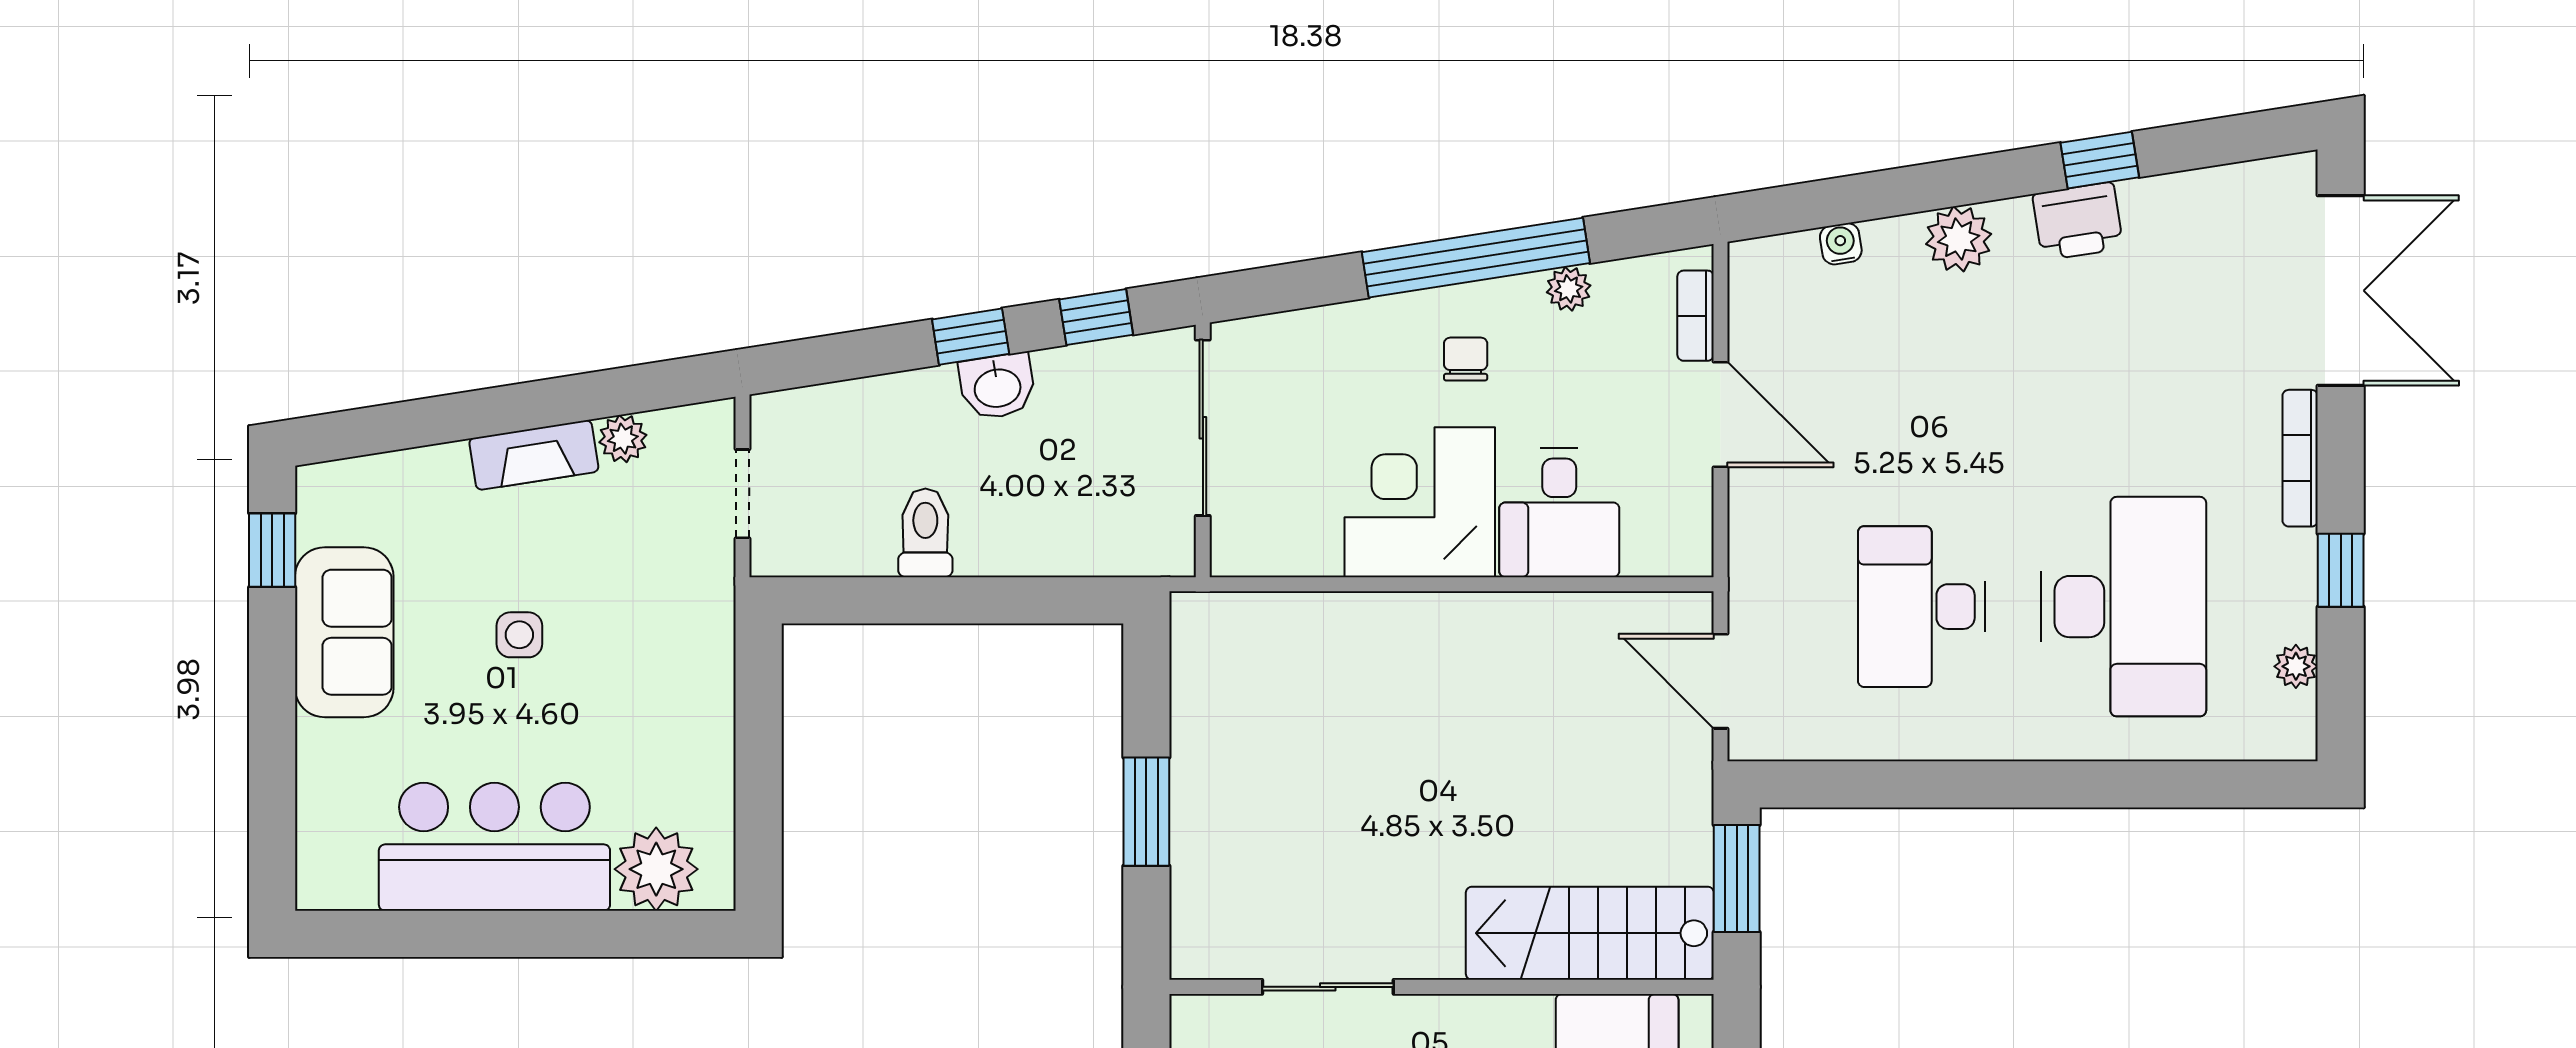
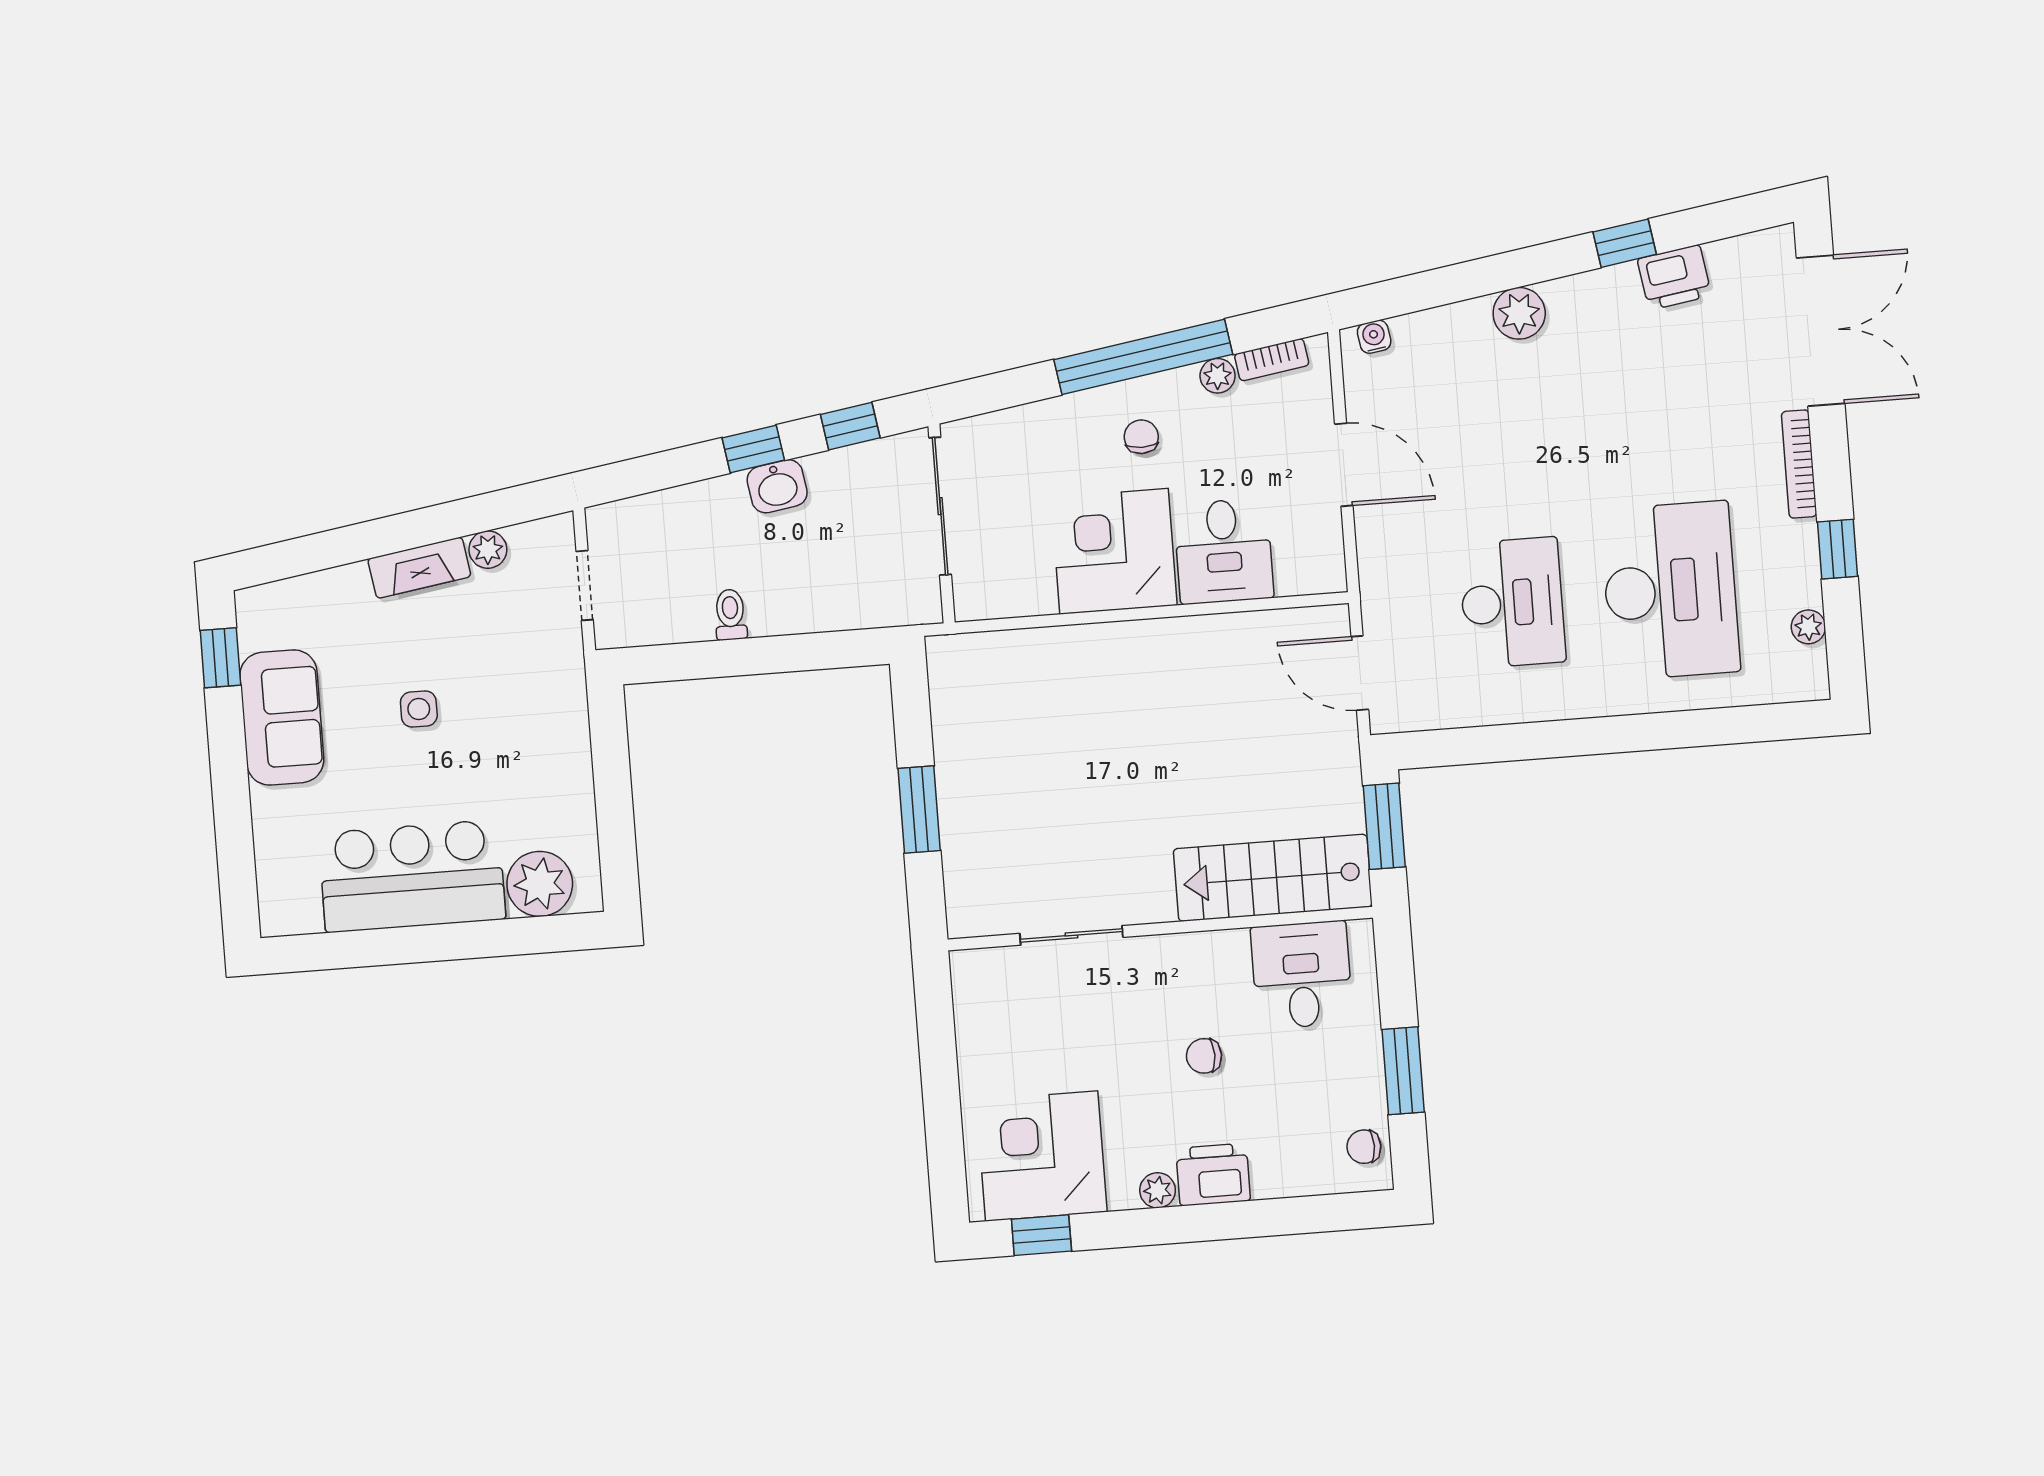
printer: (2078, 221) -> (1674, 277), moved
water cooler: (1841, 244) -> (1374, 337), moved
bookcase: (1696, 316) -> (1272, 360), moved, turned -99
toilet: (925, 533) -> (730, 615), width x0.73, depth x0.72
desk: (1921, 607) -> (1512, 603), turned 180

